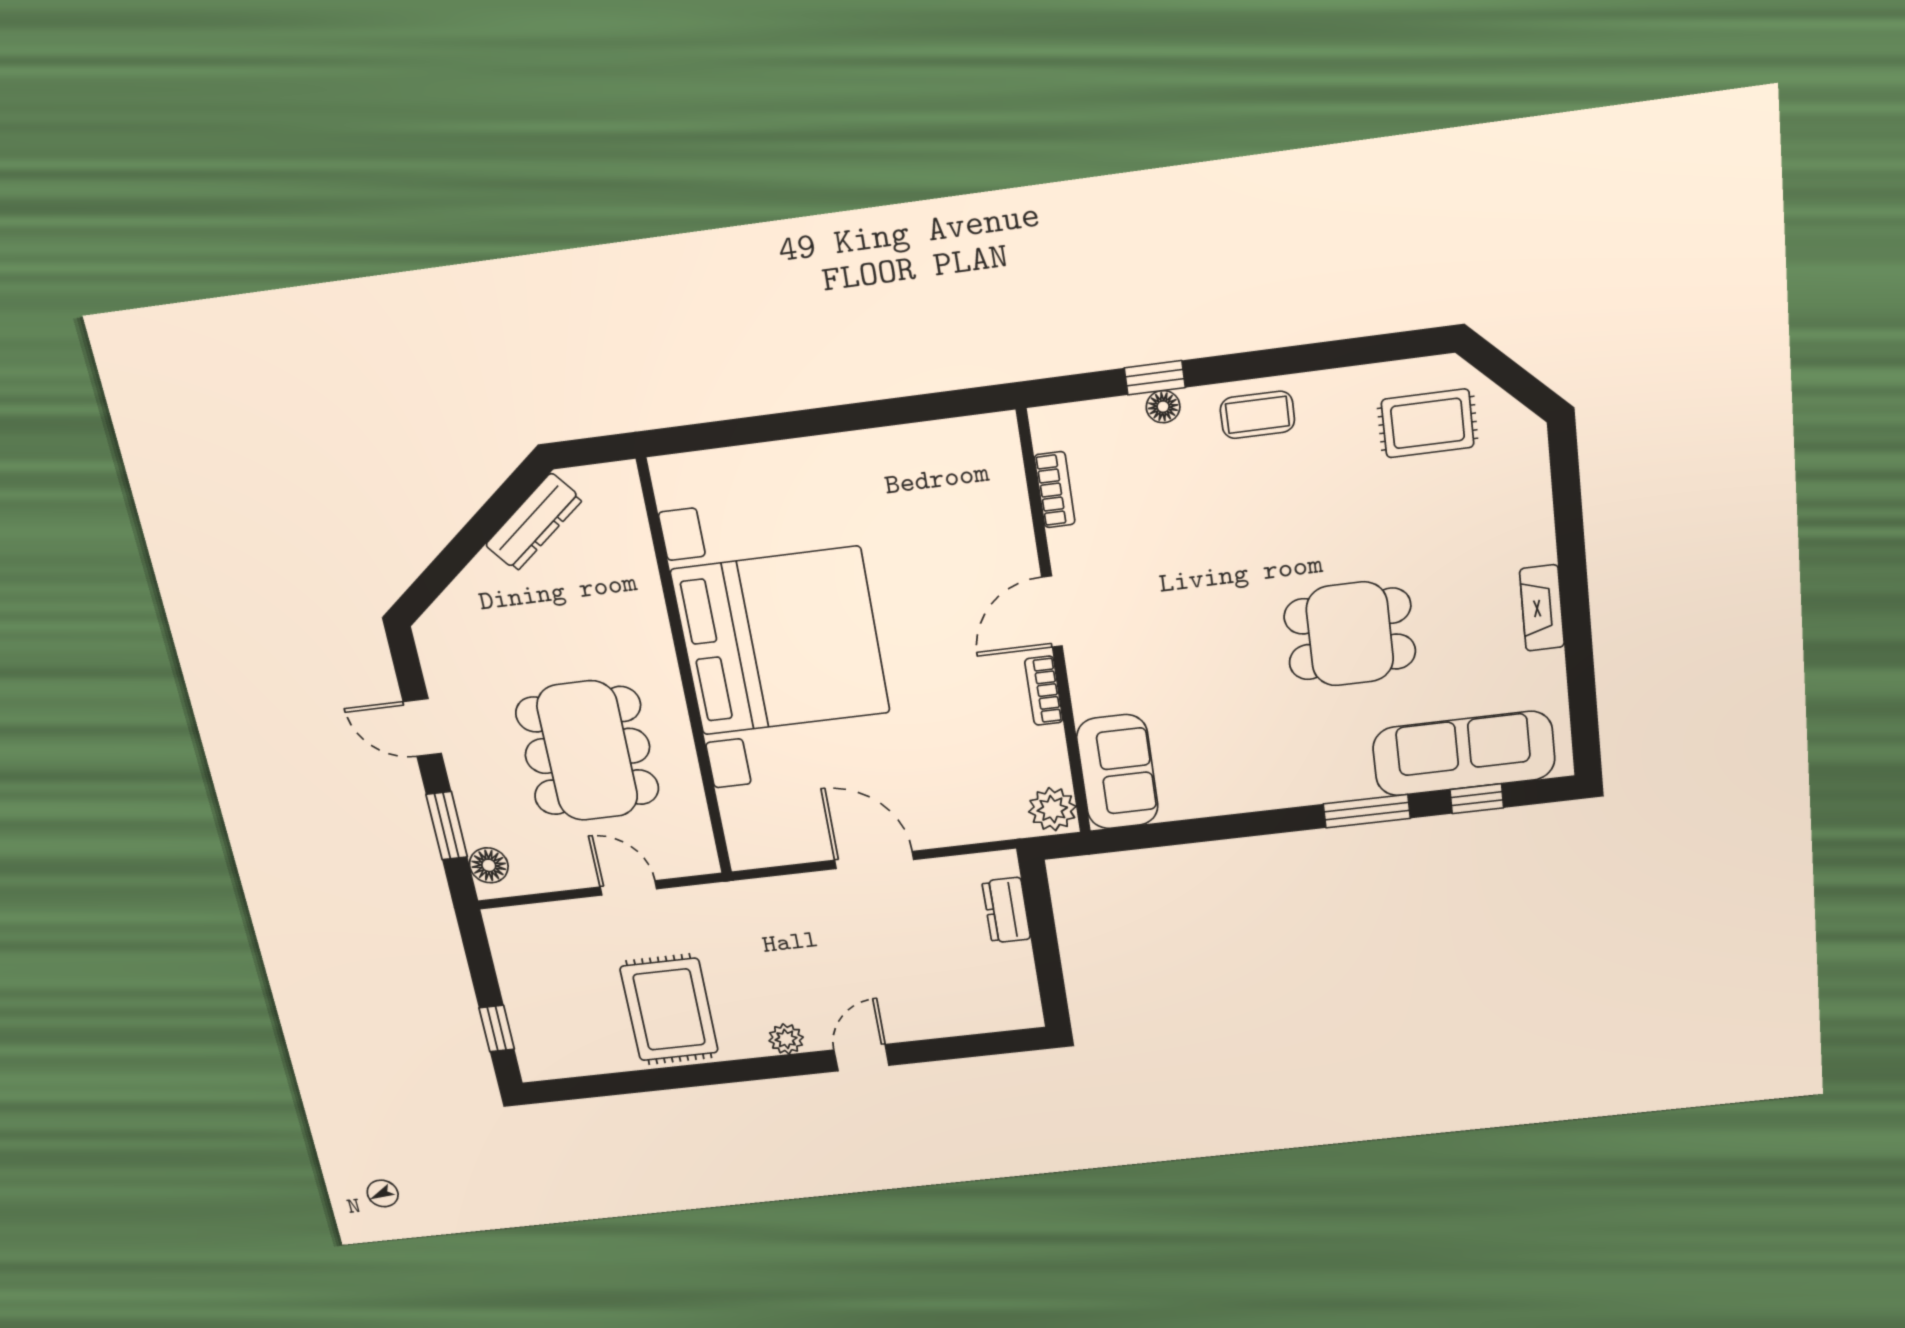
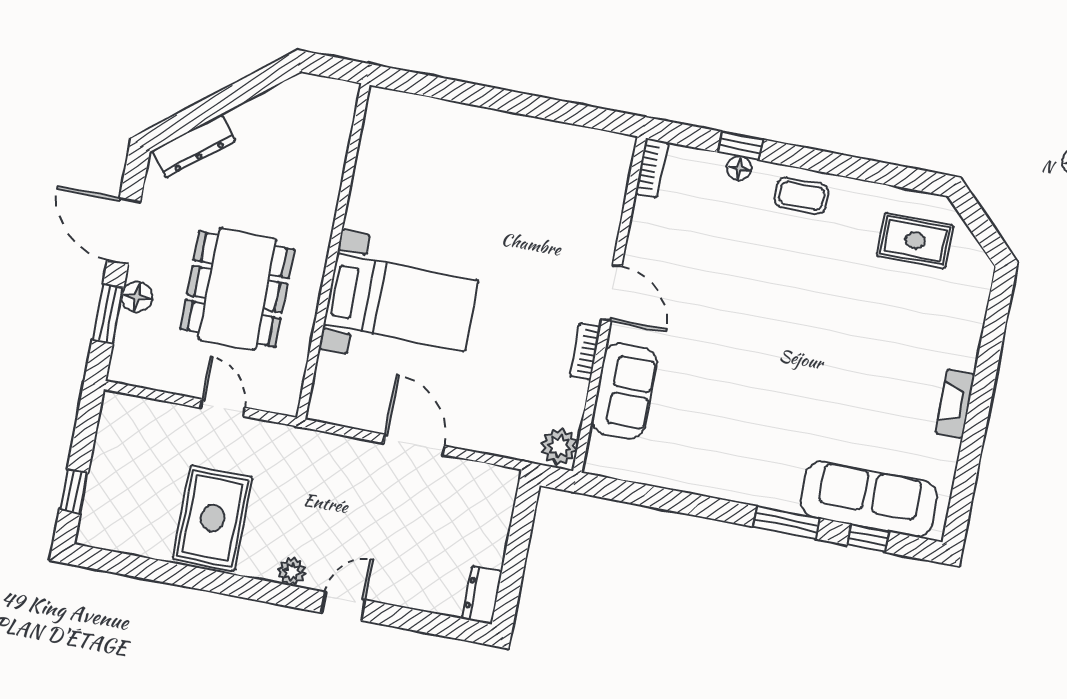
bookcase: (1055, 490) -> (651, 168), moved
dresser: (534, 522) -> (194, 146), moved
door: (1052, 612) -> (612, 293), swing flipped
dining table: (1350, 634) -> (816, 379), removed
bed with nightstands: (781, 641) -> (401, 303), width x0.54
door: (422, 728) -> (124, 231), width x1.38
sofa: (1117, 772) -> (624, 391), moved
floor lamp: (489, 865) -> (137, 297), moved
dresser: (1006, 910) -> (482, 595), moved

